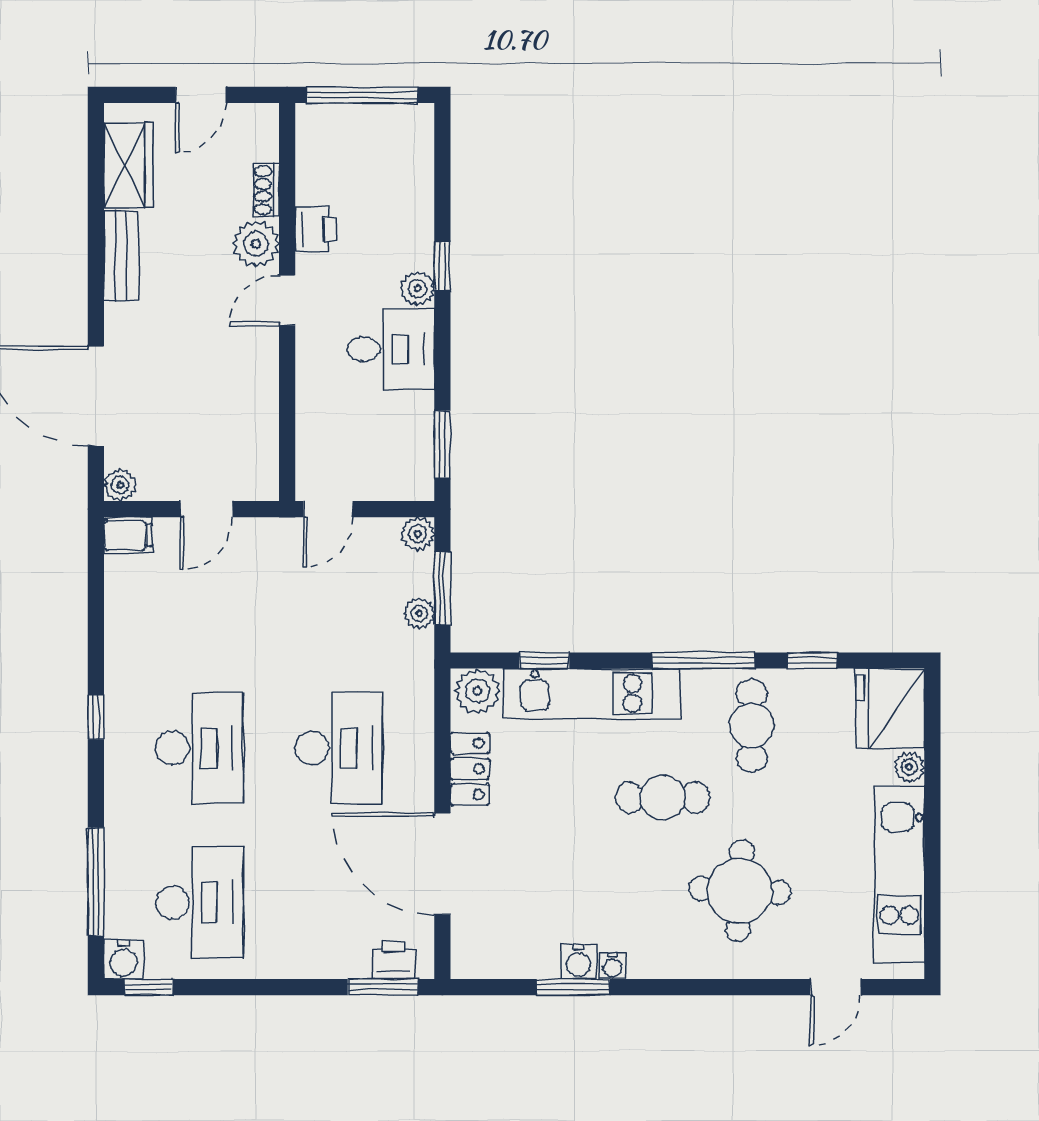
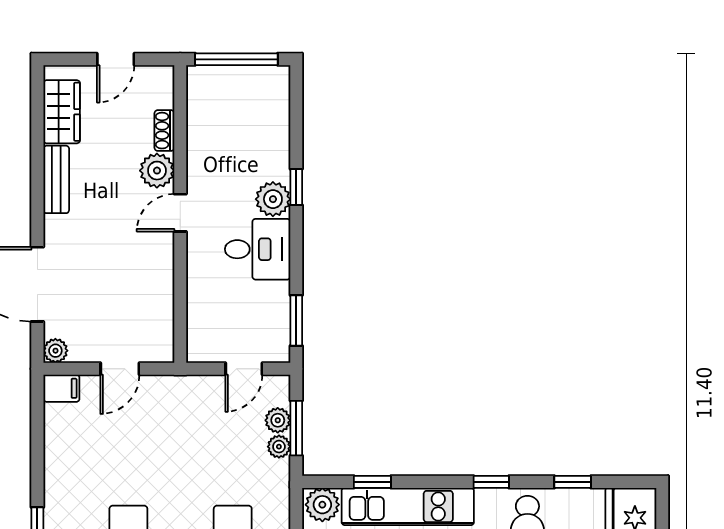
printer: (316, 229) -> (202, 160), removed
plant: (418, 288) -> (273, 199), width x1.38, depth x1.38
door: (328, 509) -> (244, 369), moved
plant: (418, 534) -> (278, 420), moved
window: (703, 660) -> (491, 482), width x0.46

